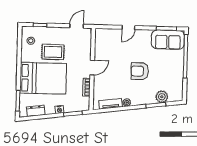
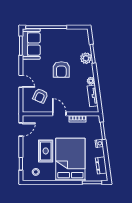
door: (77, 26) -> (21, 130), swing flipped
armchair: (112, 48) -> (40, 96), added
plant: (162, 97) -> (86, 58), moved

